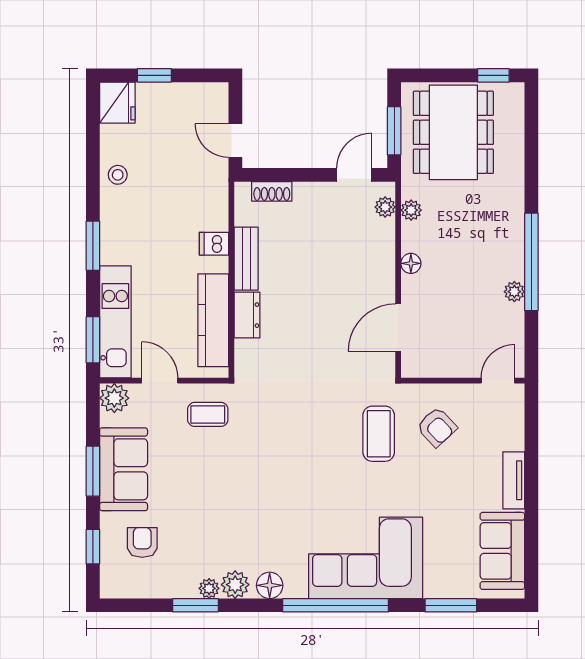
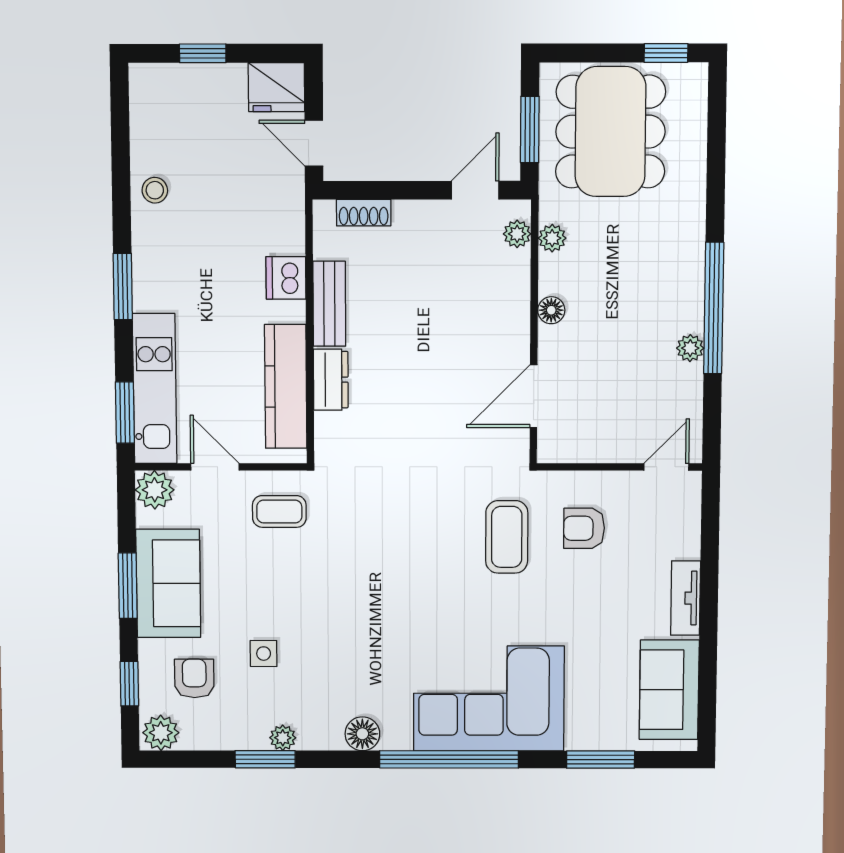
fridge: (117, 103) -> (276, 87), moved, turned 90
dishwasher: (214, 244) -> (286, 278), width x1.38
armchair: (437, 427) -> (584, 528), turned 133
side table: (195, 523) -> (264, 654), added
plant: (235, 585) -> (161, 733), moved

